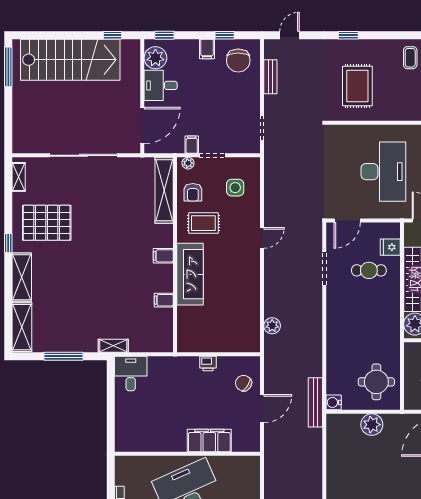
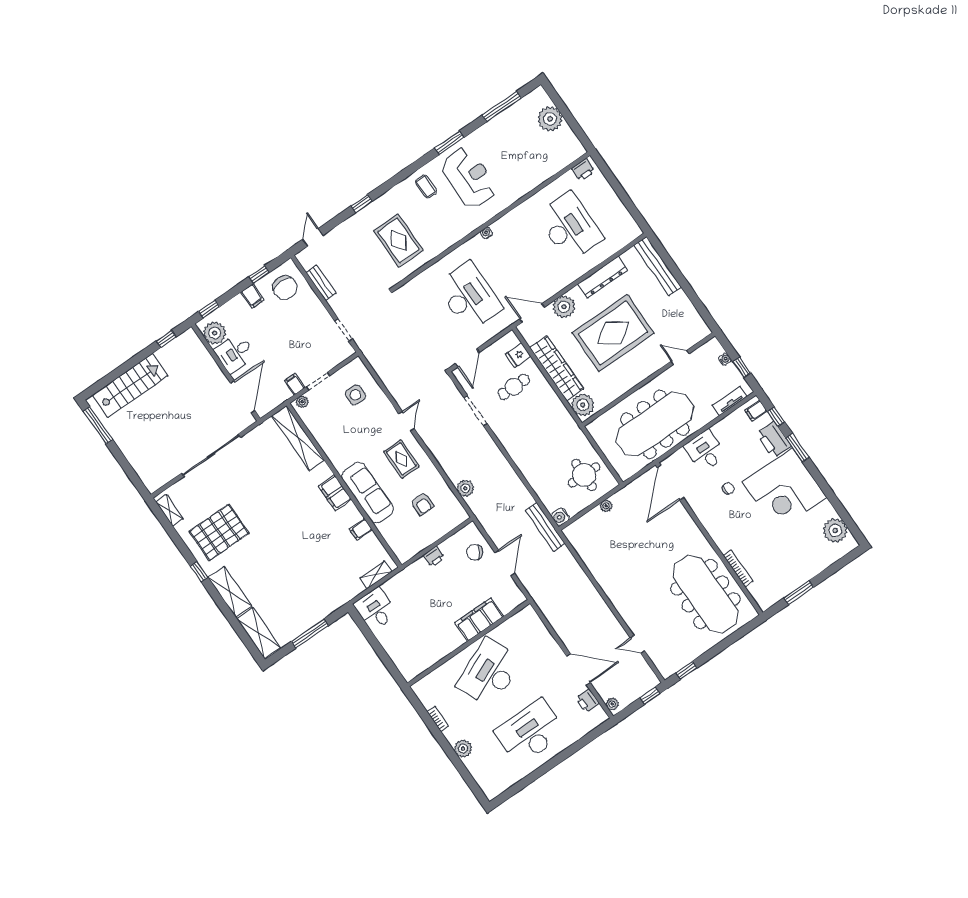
stairs: (70, 60) -> (130, 385), width x0.73, depth x0.66
armchair: (193, 192) -> (422, 504), moved
rug: (203, 223) -> (401, 459), moved, turned 90
filing cabinet: (163, 256) -> (335, 493), width x2.00
shelving: (113, 346) -> (376, 575), moved
plant: (372, 425) -> (606, 506), width x0.53, depth x0.53

